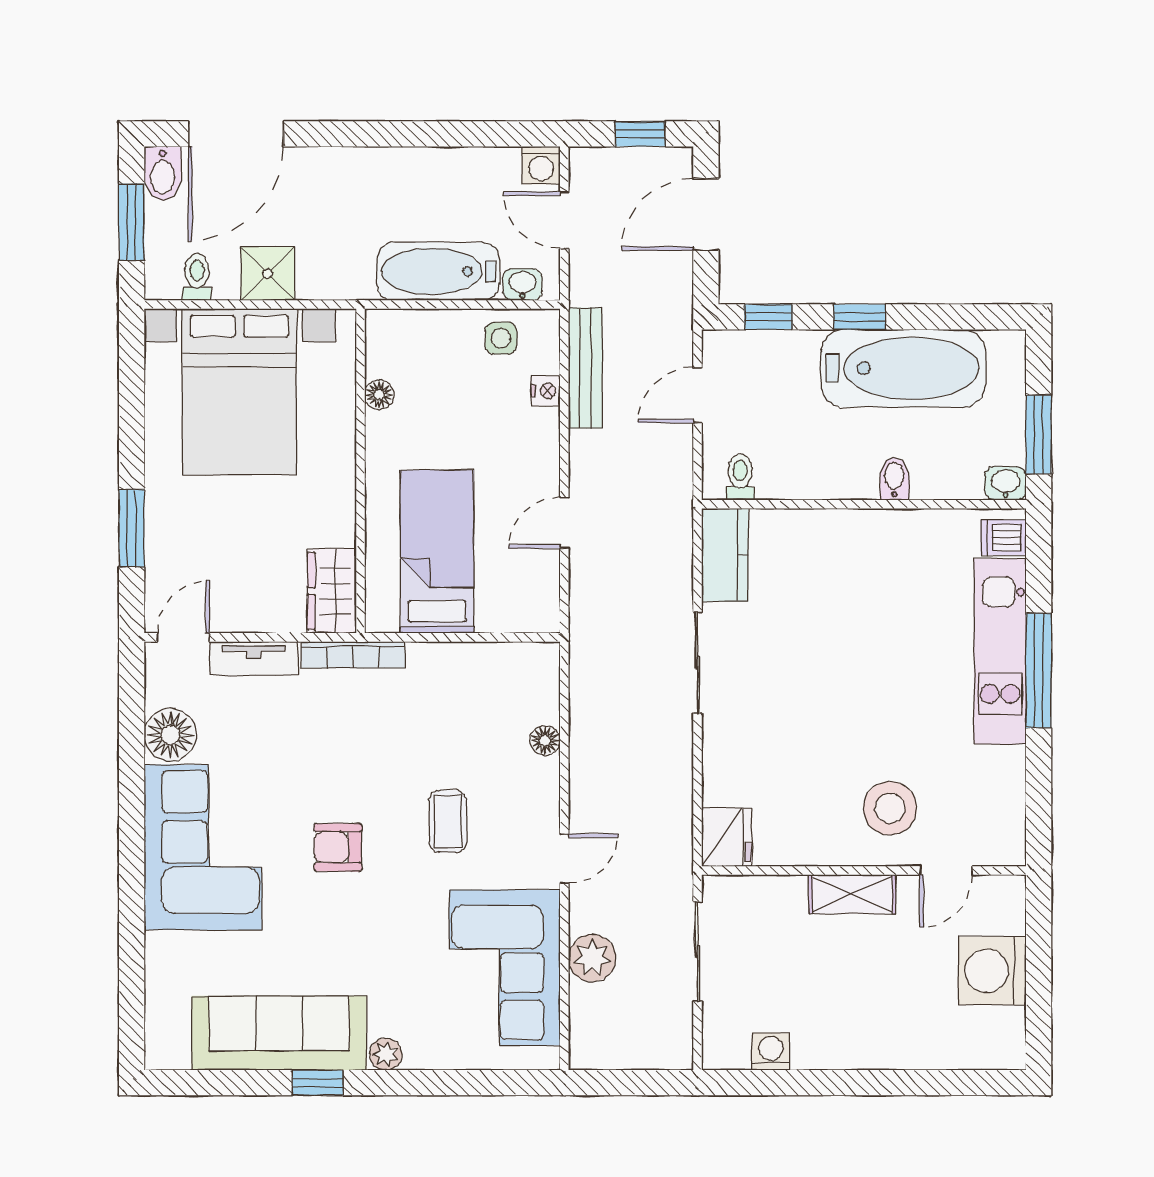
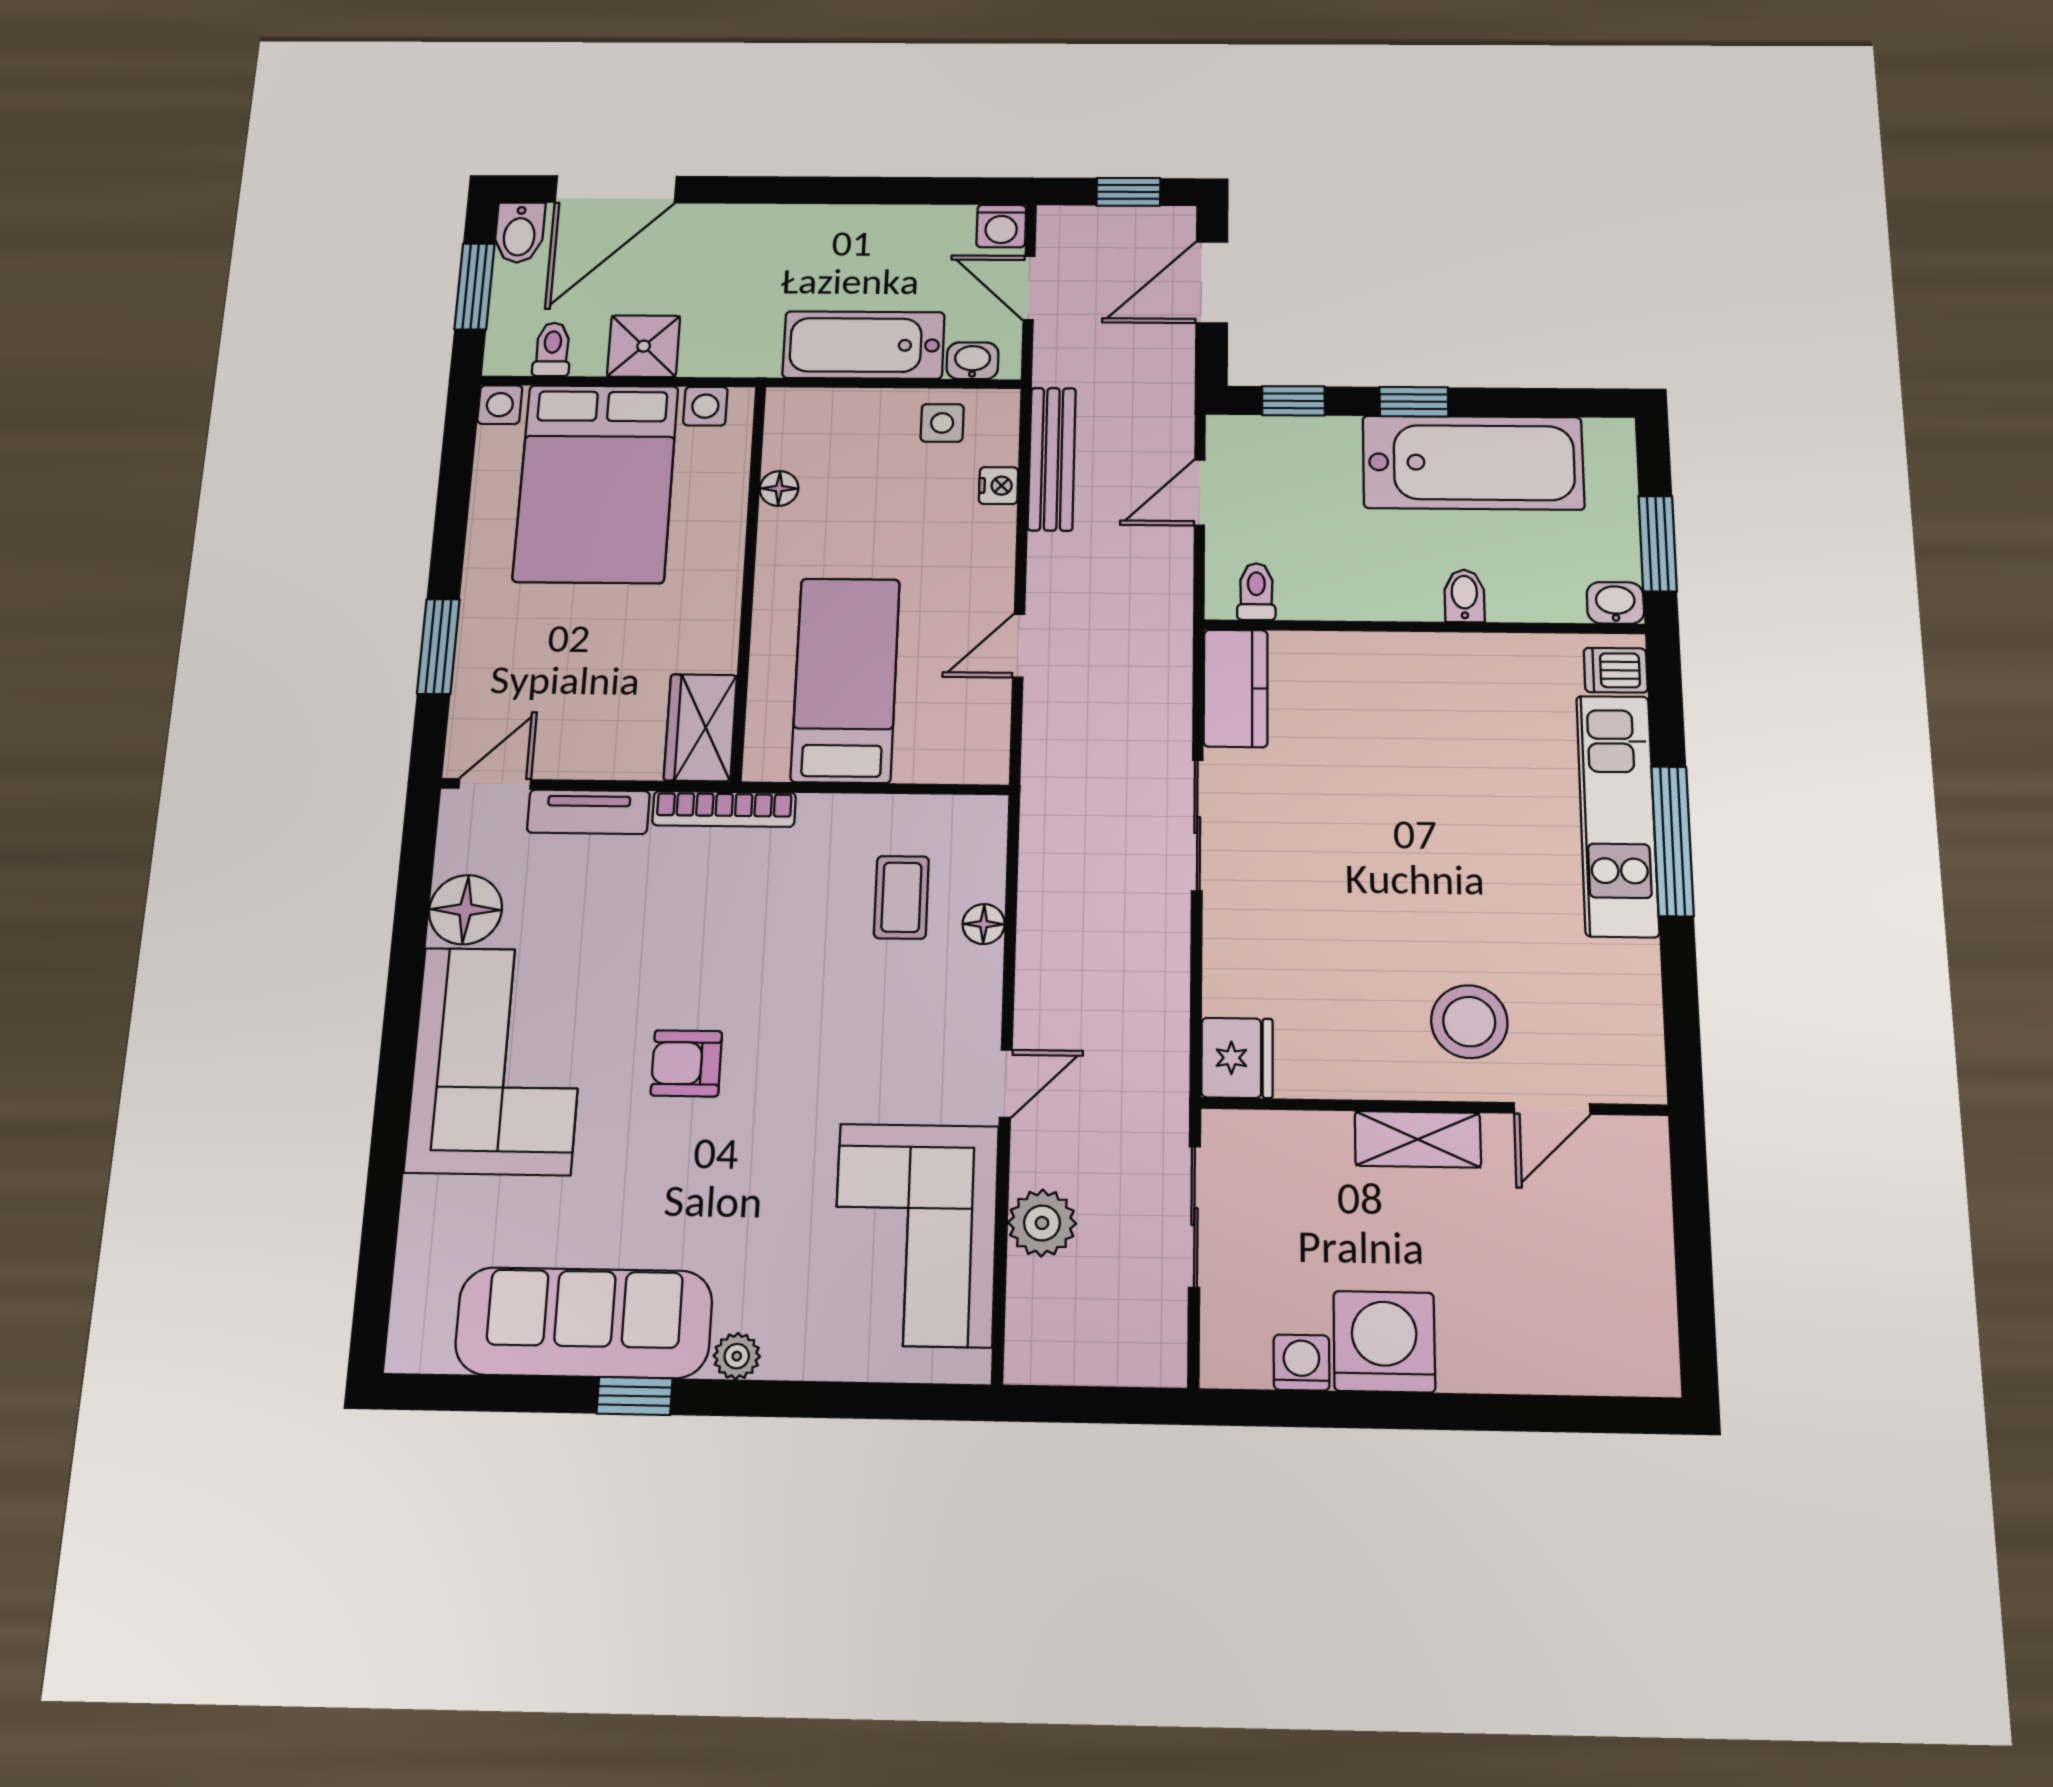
coffee table: (448, 821) -> (901, 897), moved
washing machine: (992, 971) -> (1384, 1342), moved, turned 90

